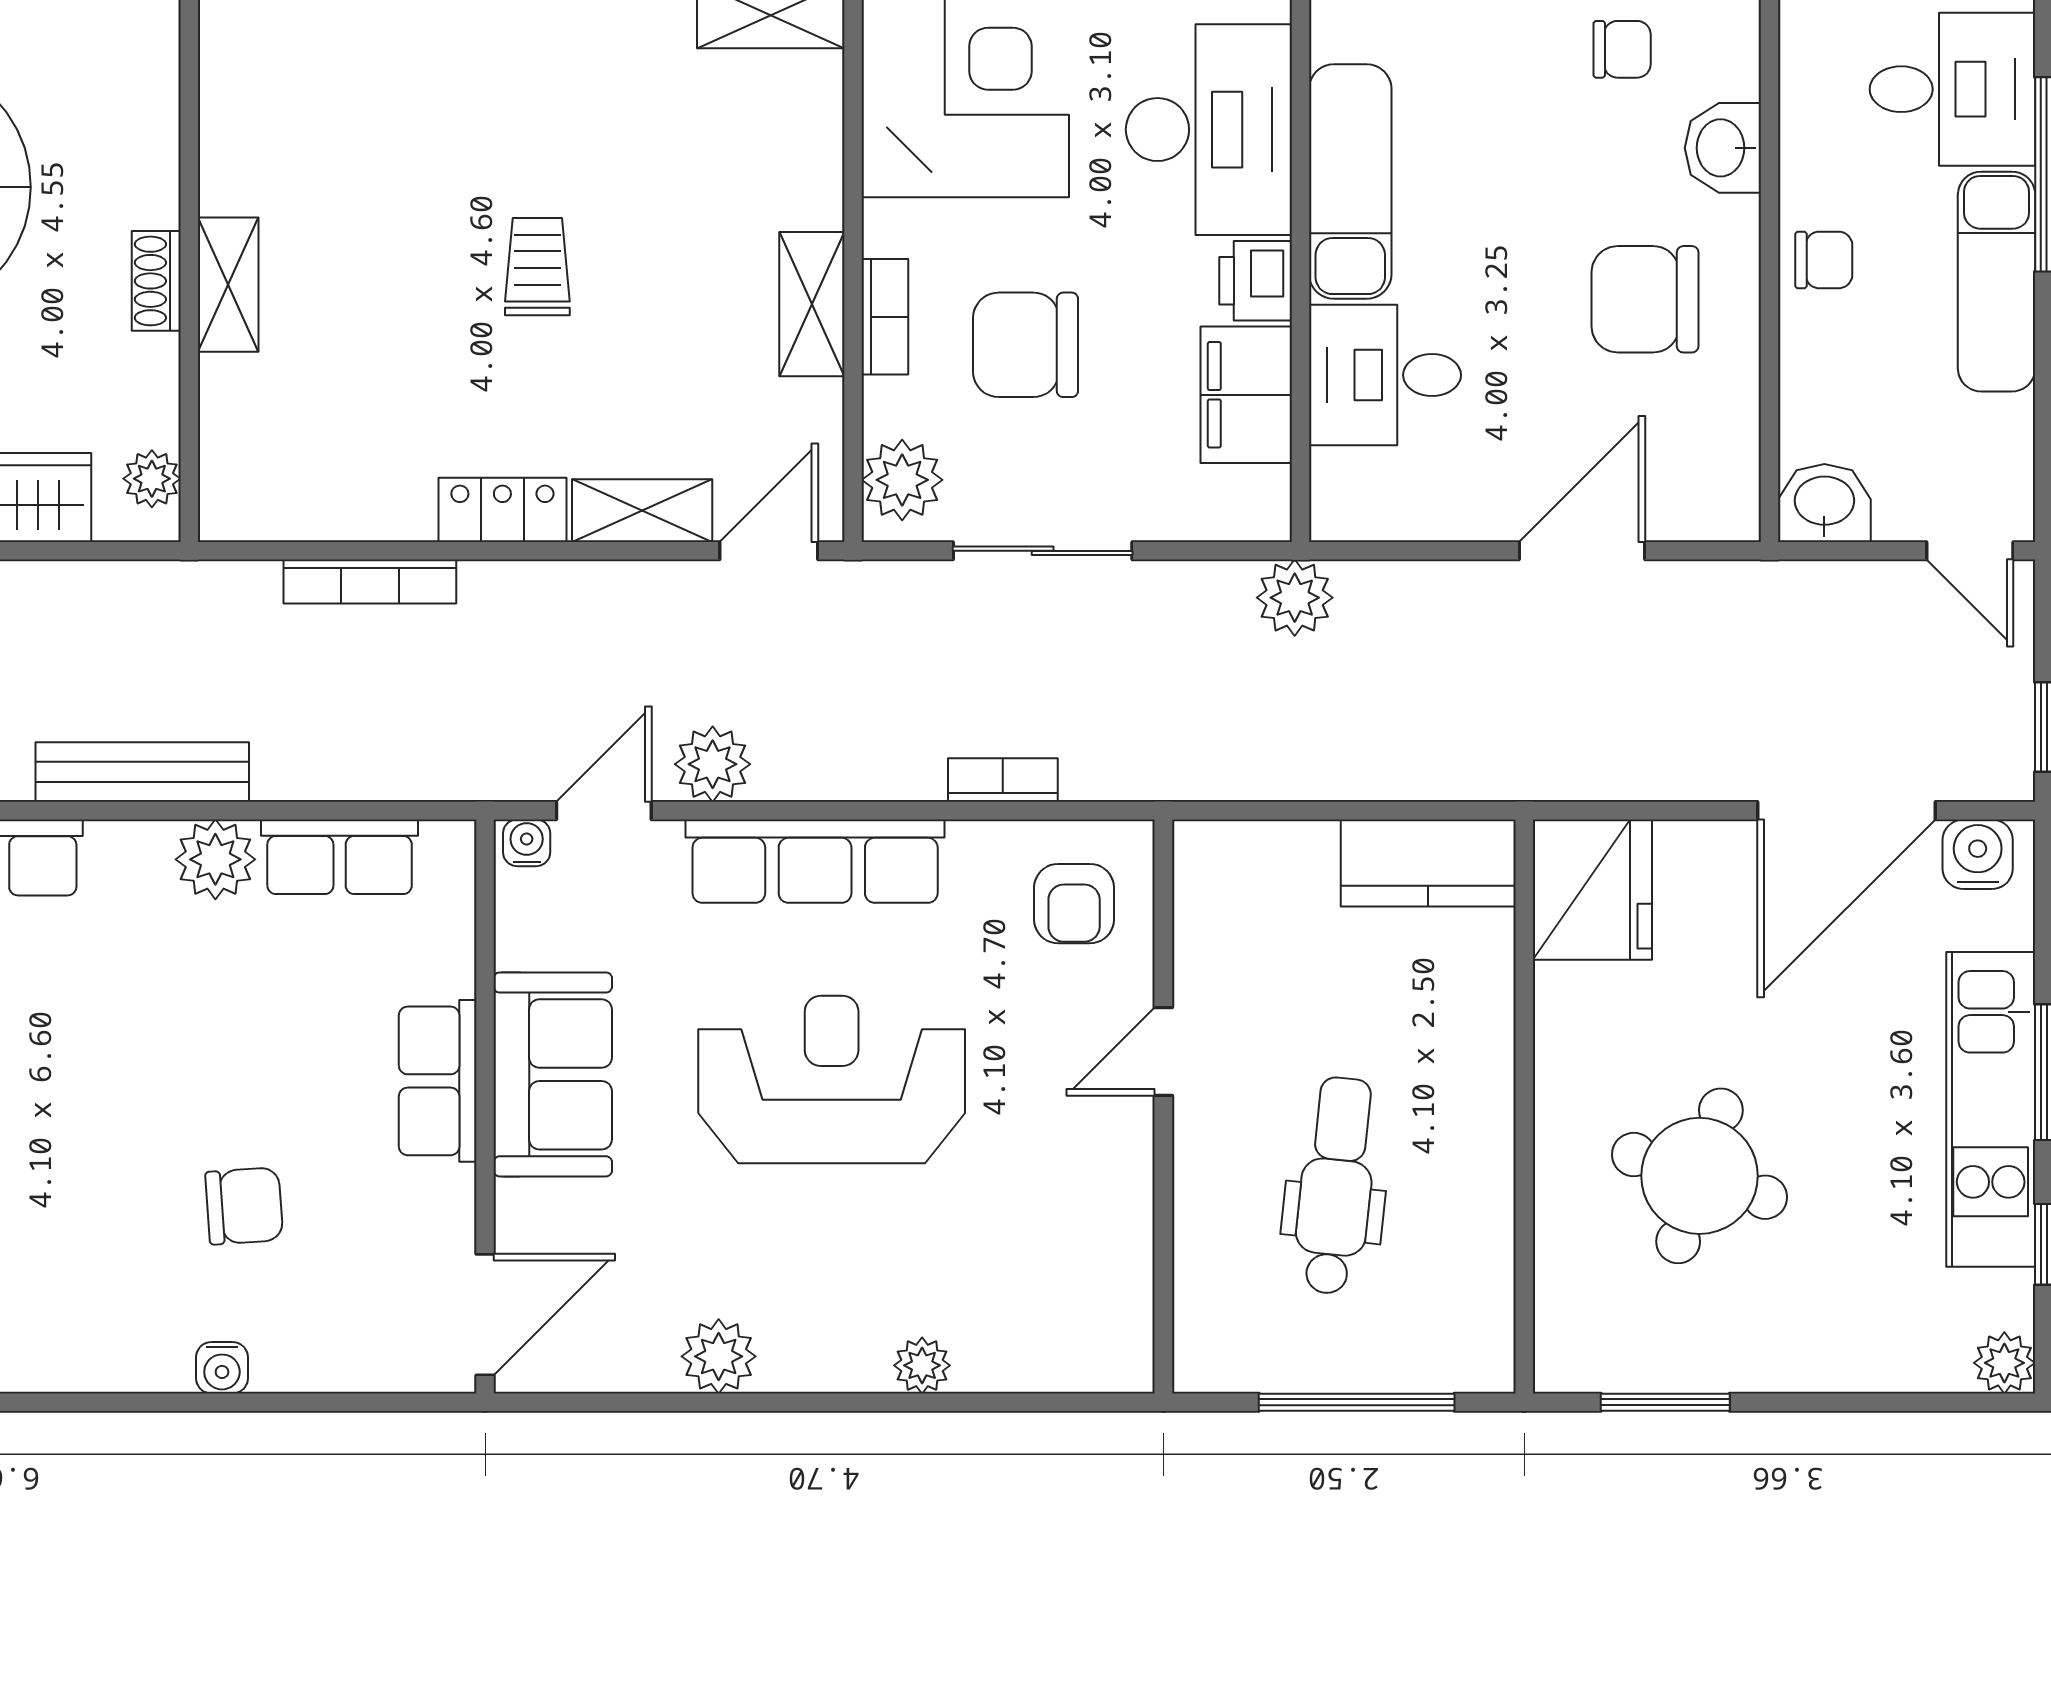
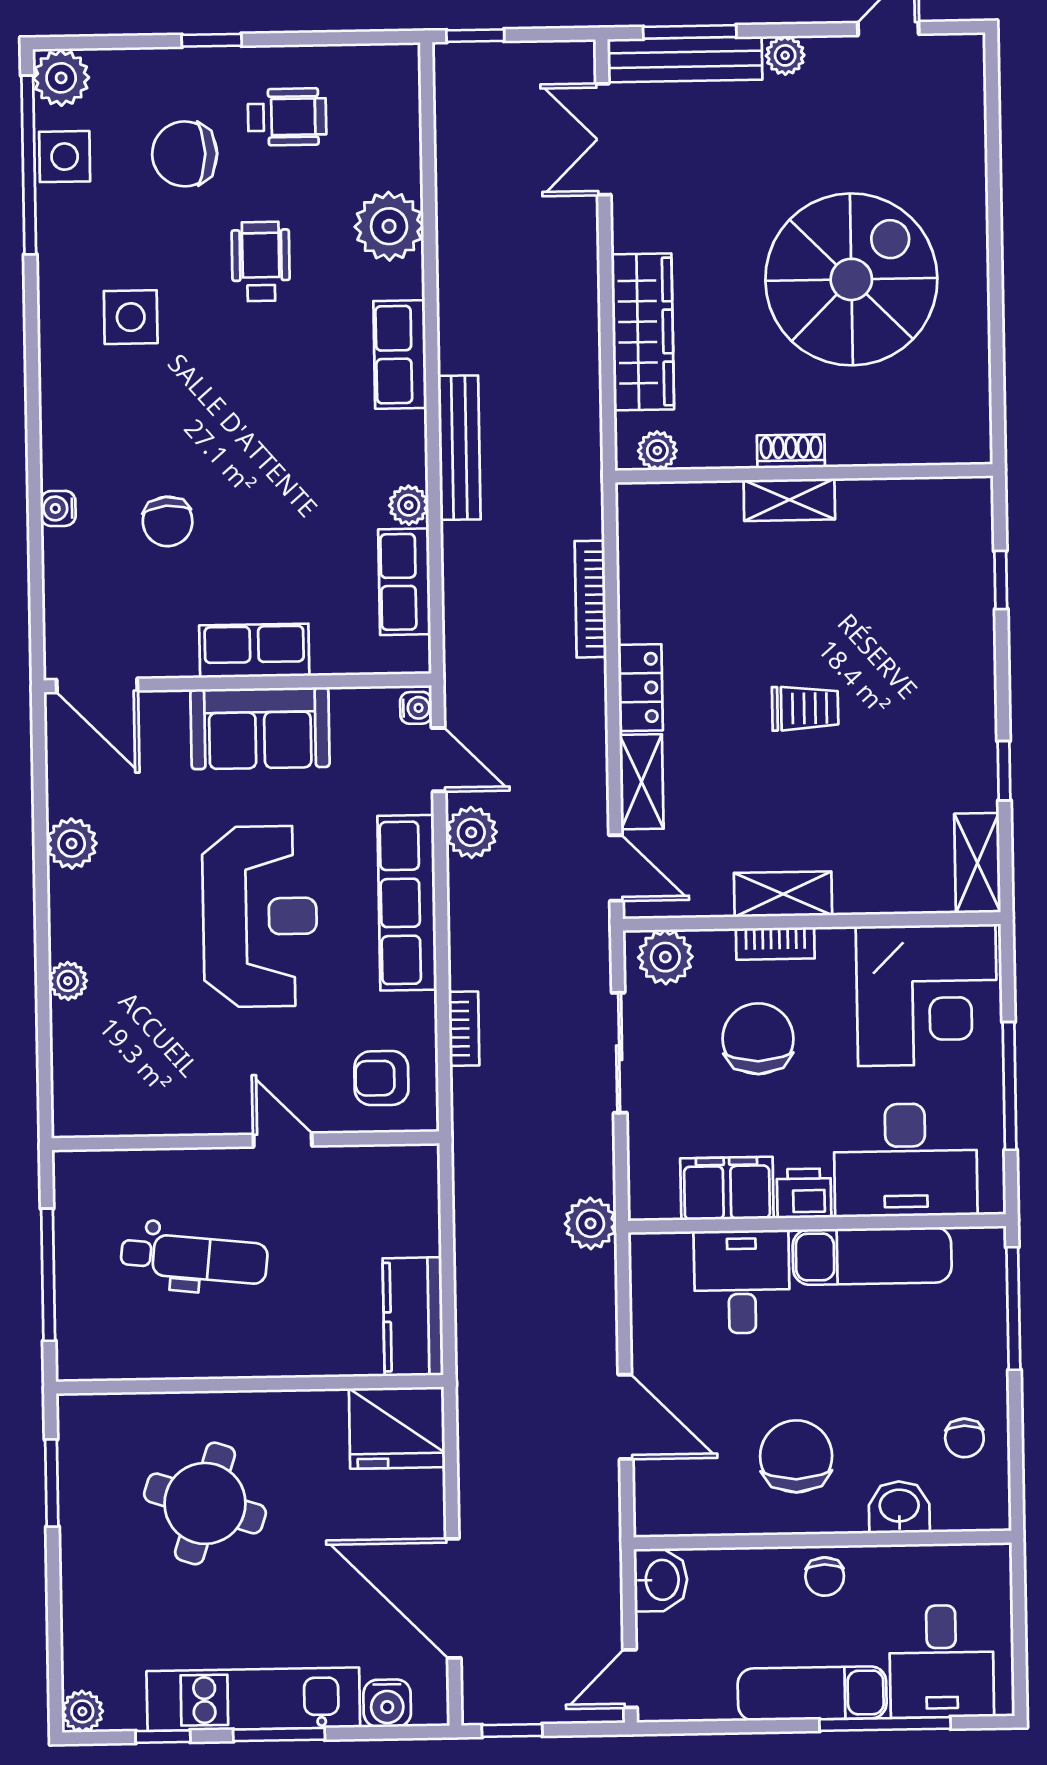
water cooler: (1978, 854) -> (387, 1703), moved, turned 90
plant: (215, 859) -> (409, 505), width x0.73, depth x0.73

